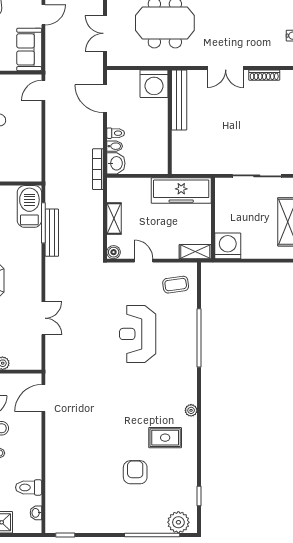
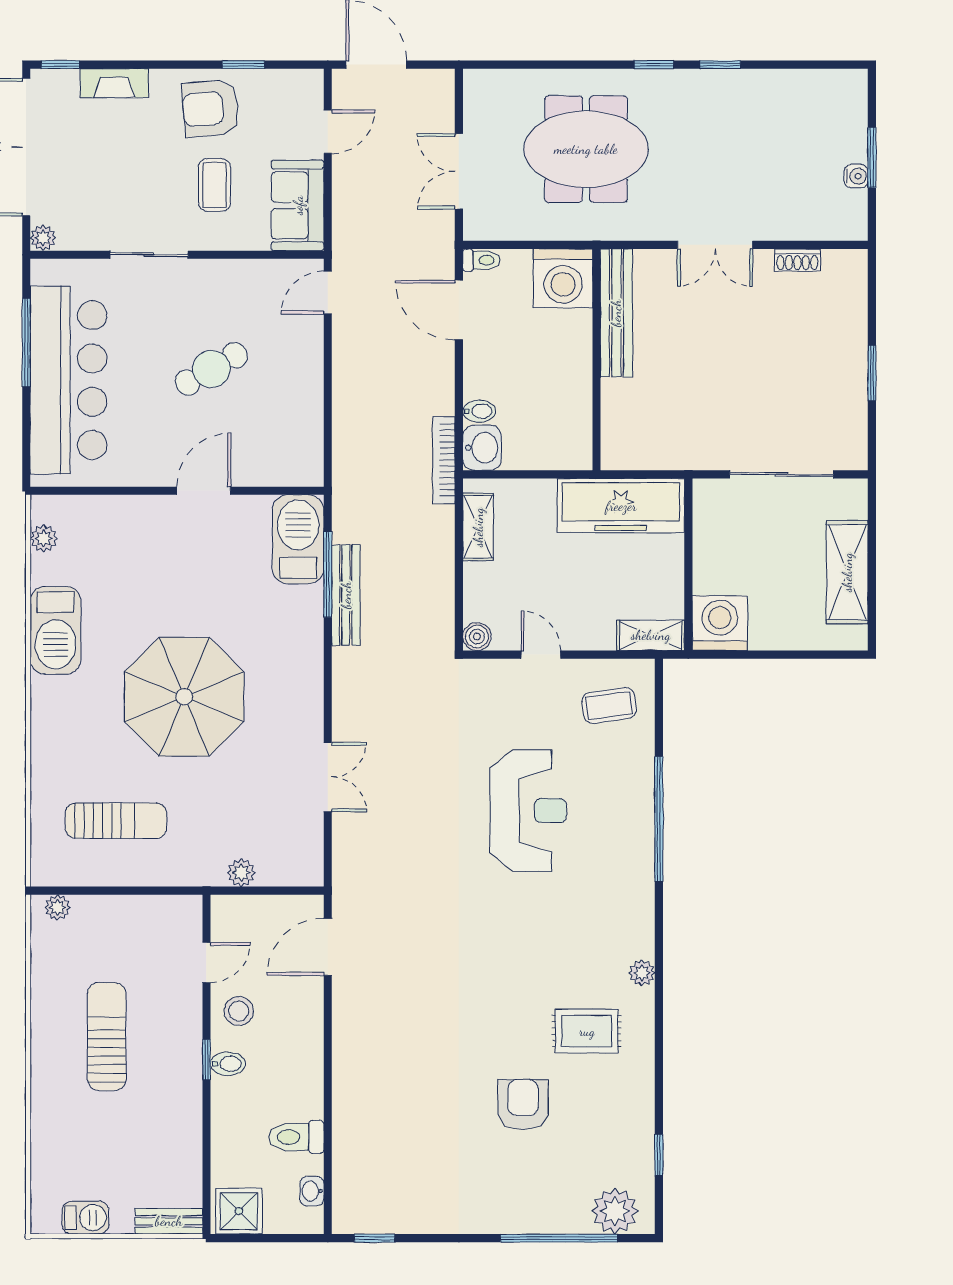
shoe rack: (264, 75) -> (797, 260), width x0.70
toilet: (116, 133) -> (481, 260), moved
shelving: (114, 219) -> (478, 527), moved
reception desk: (138, 334) -> (528, 811), turned 180

